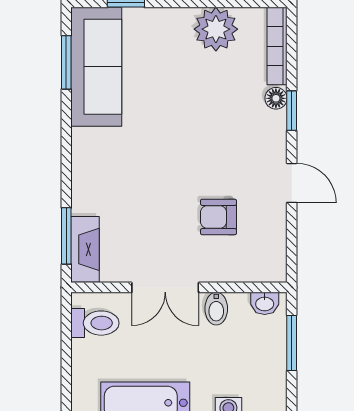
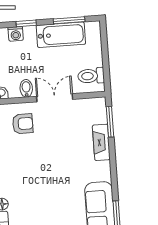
armchair: (219, 217) -> (23, 124), moved
fireplace: (85, 249) -> (101, 142), moved

